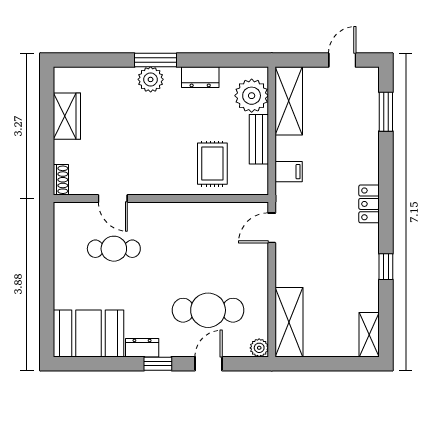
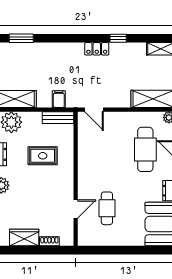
bench: (259, 139) -> (58, 118), moved
rug: (212, 164) -> (43, 156), moved
shoe rack: (61, 180) -> (49, 241), moved
locker: (369, 204) -> (97, 49), moved

